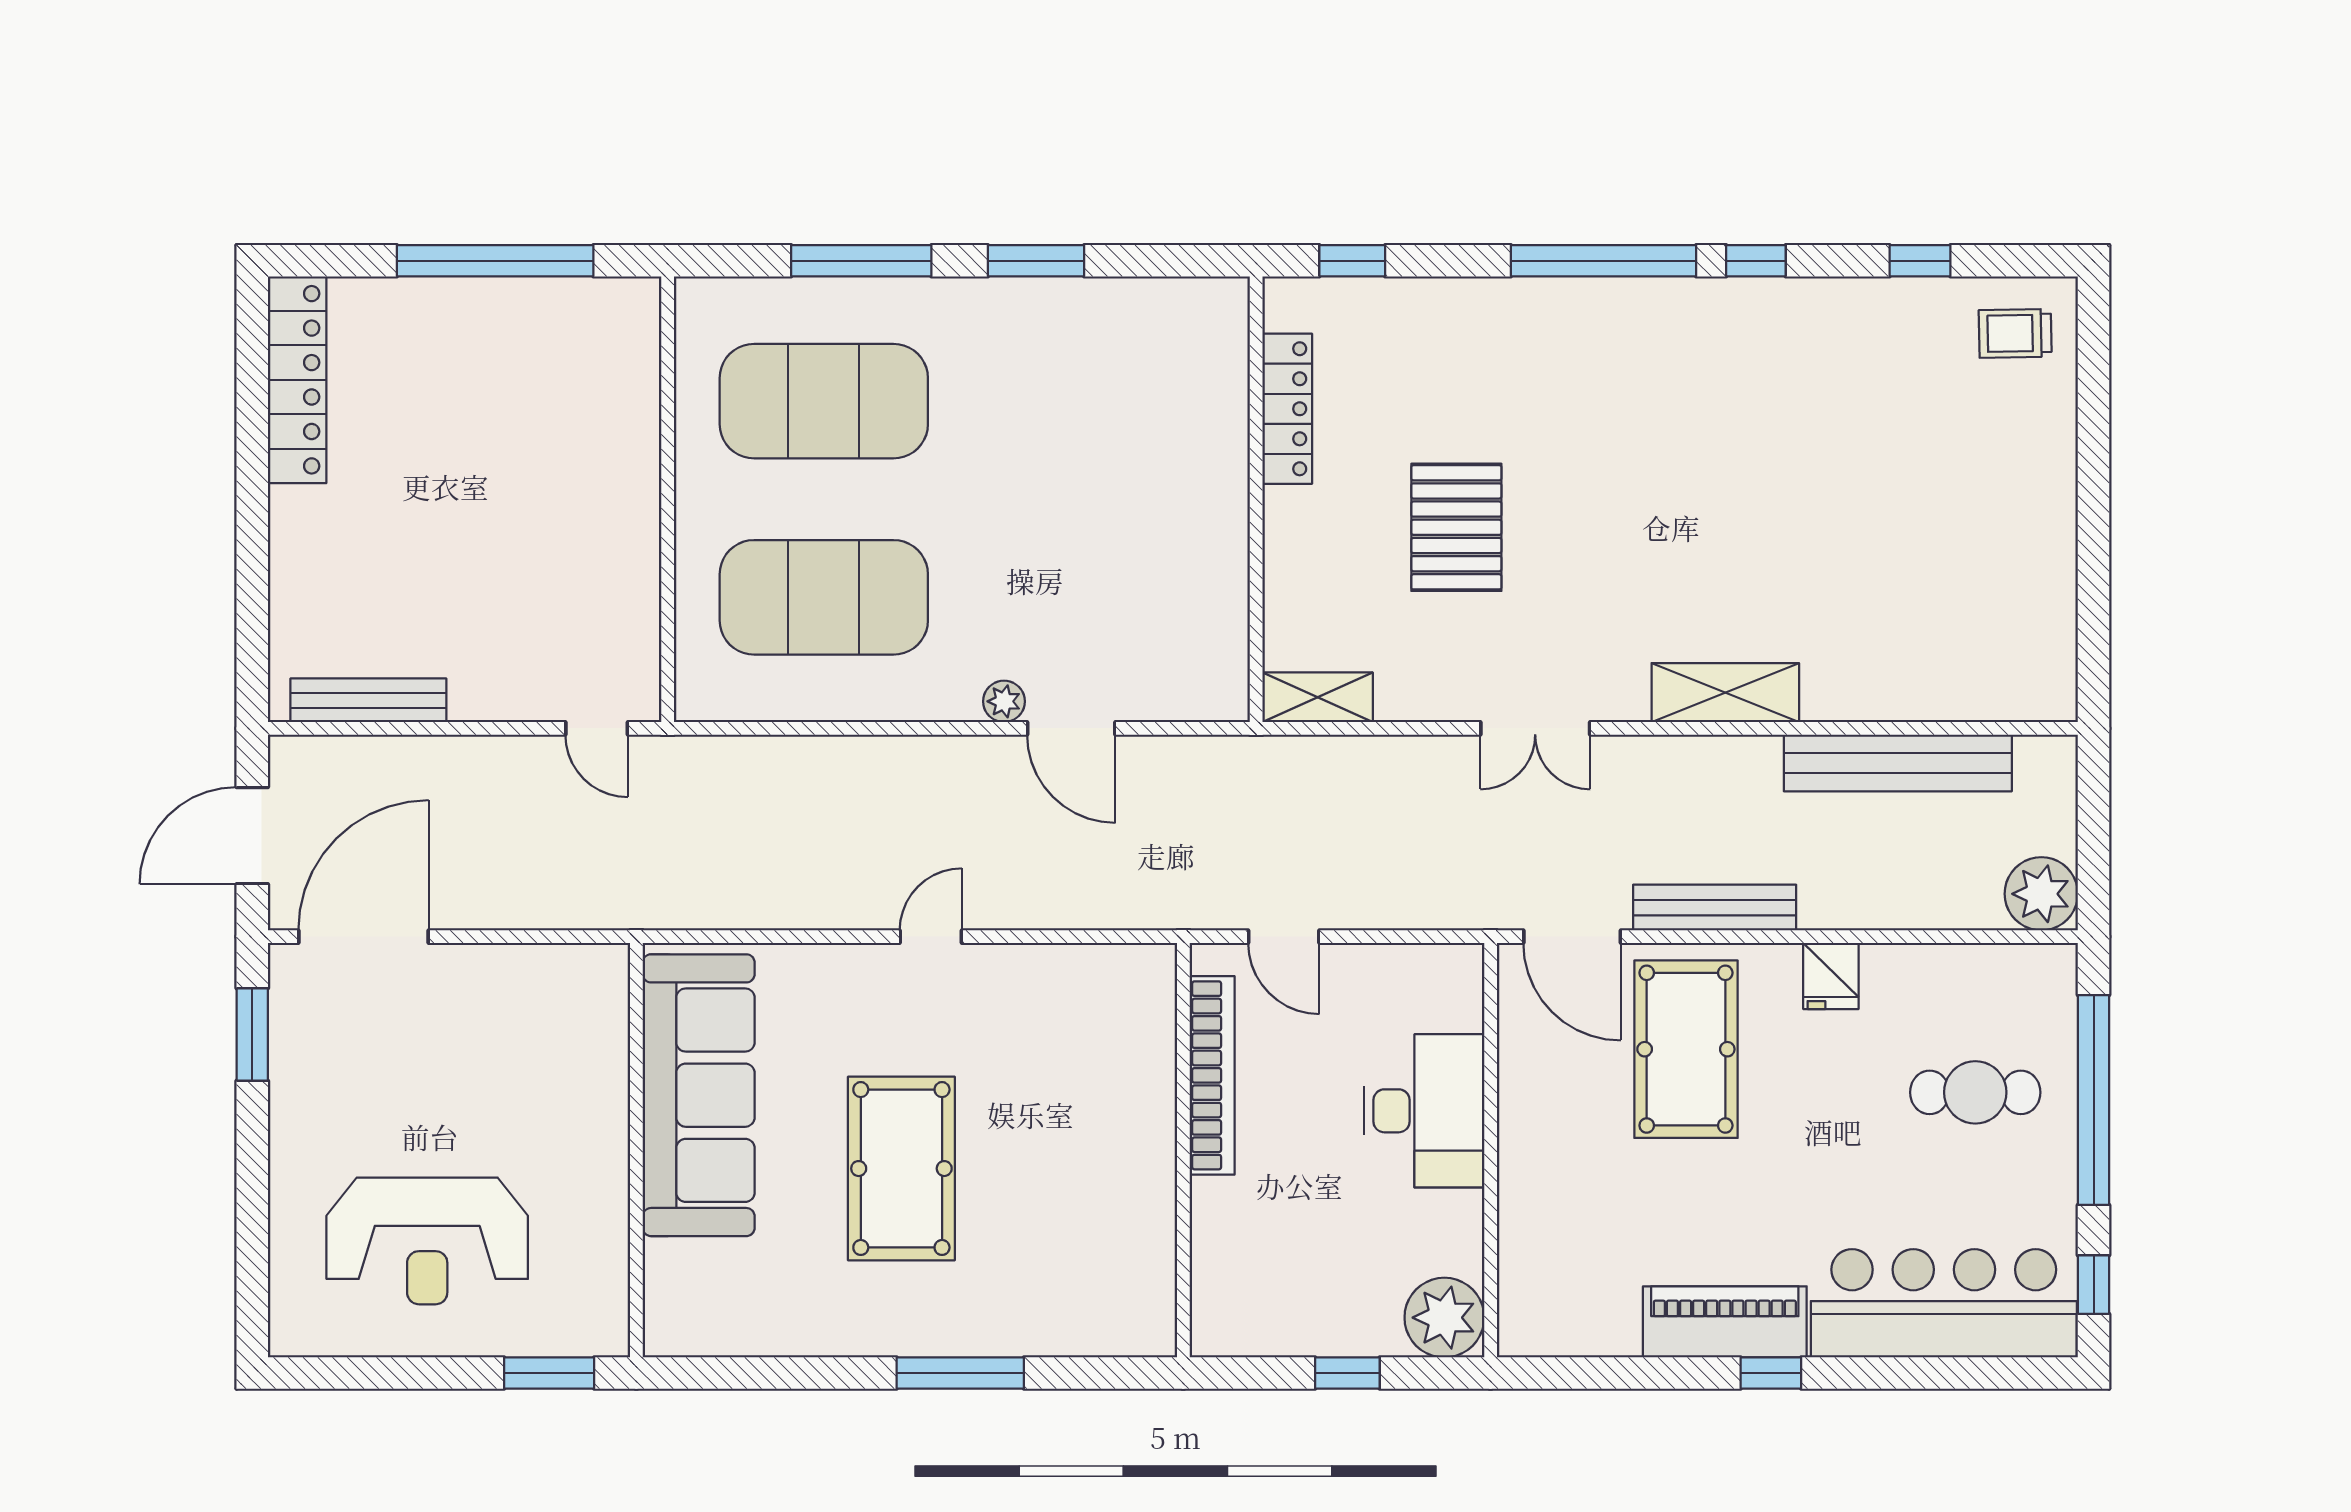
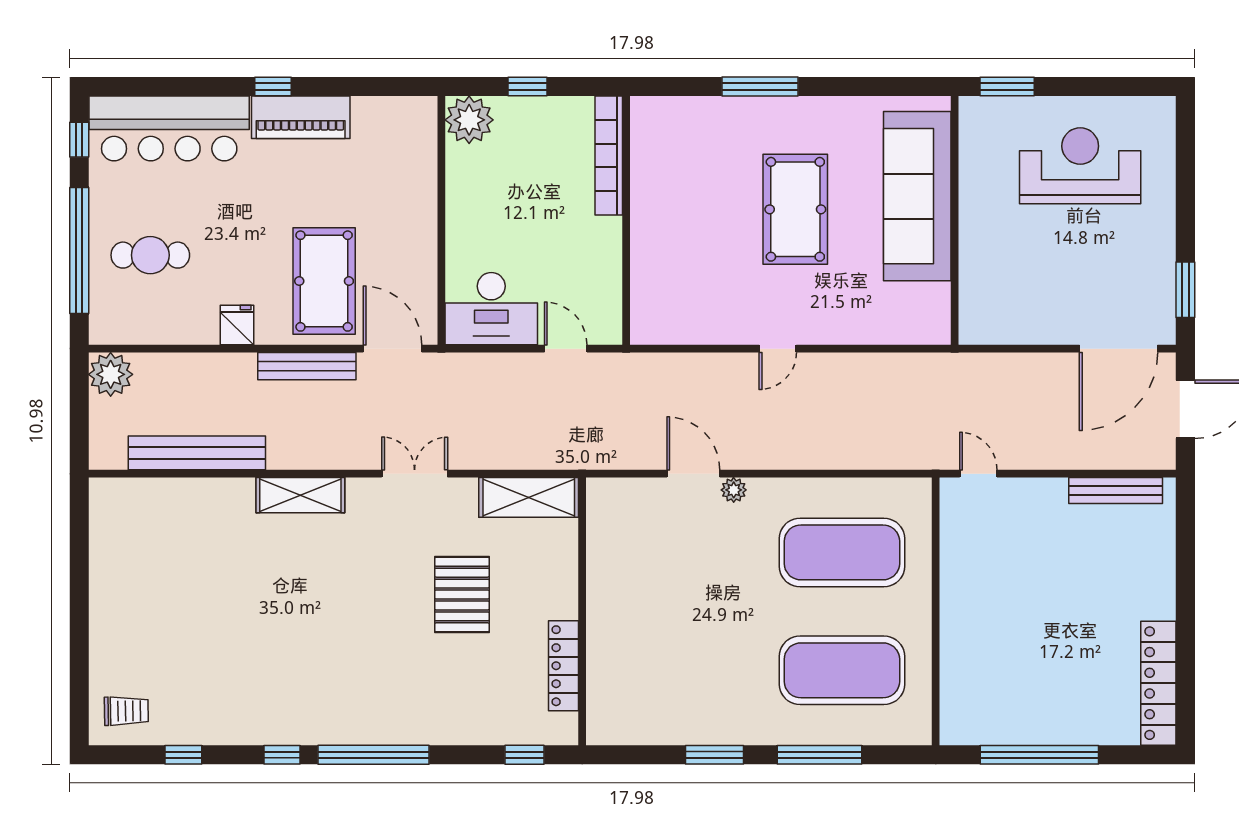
shelving: (1318, 697) -> (529, 497), width x1.50, depth x1.33
bookcase: (1212, 1075) -> (609, 156), moved
sofa: (699, 1095) -> (917, 196), moved
desk: (1424, 1111) -> (491, 309), moved, turned -90

